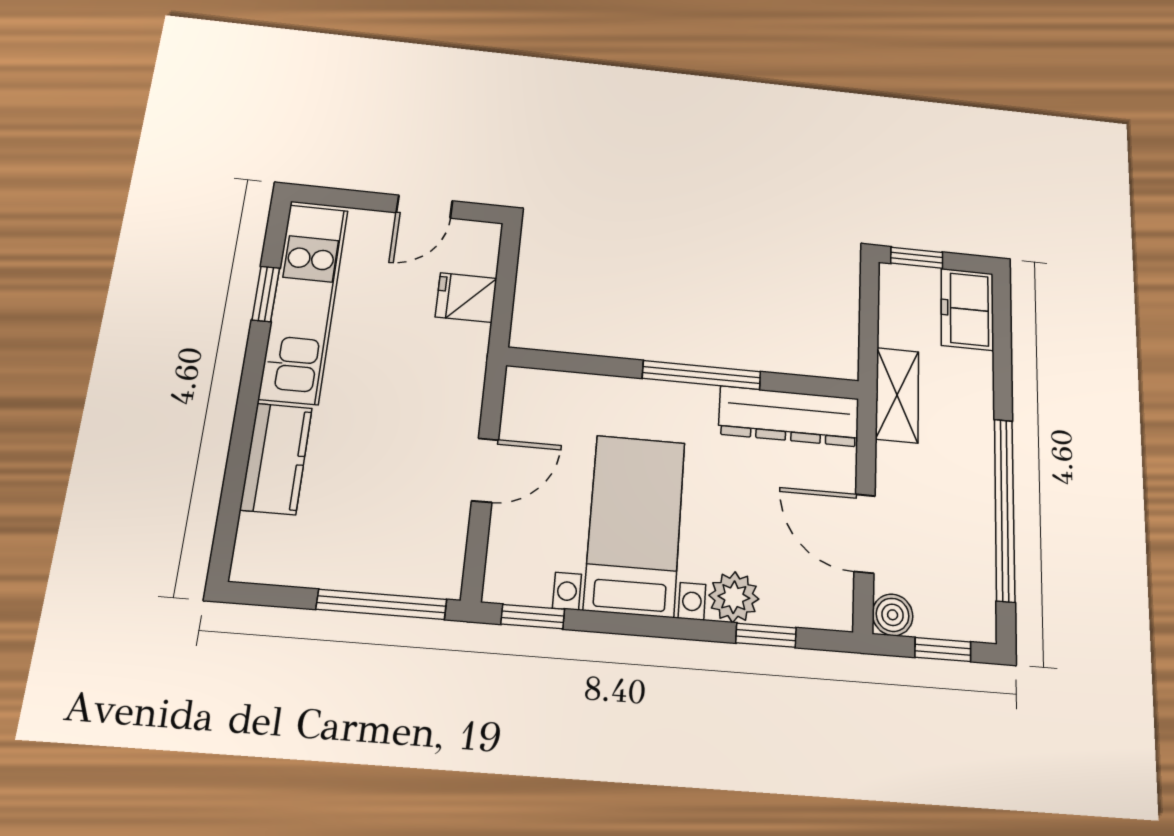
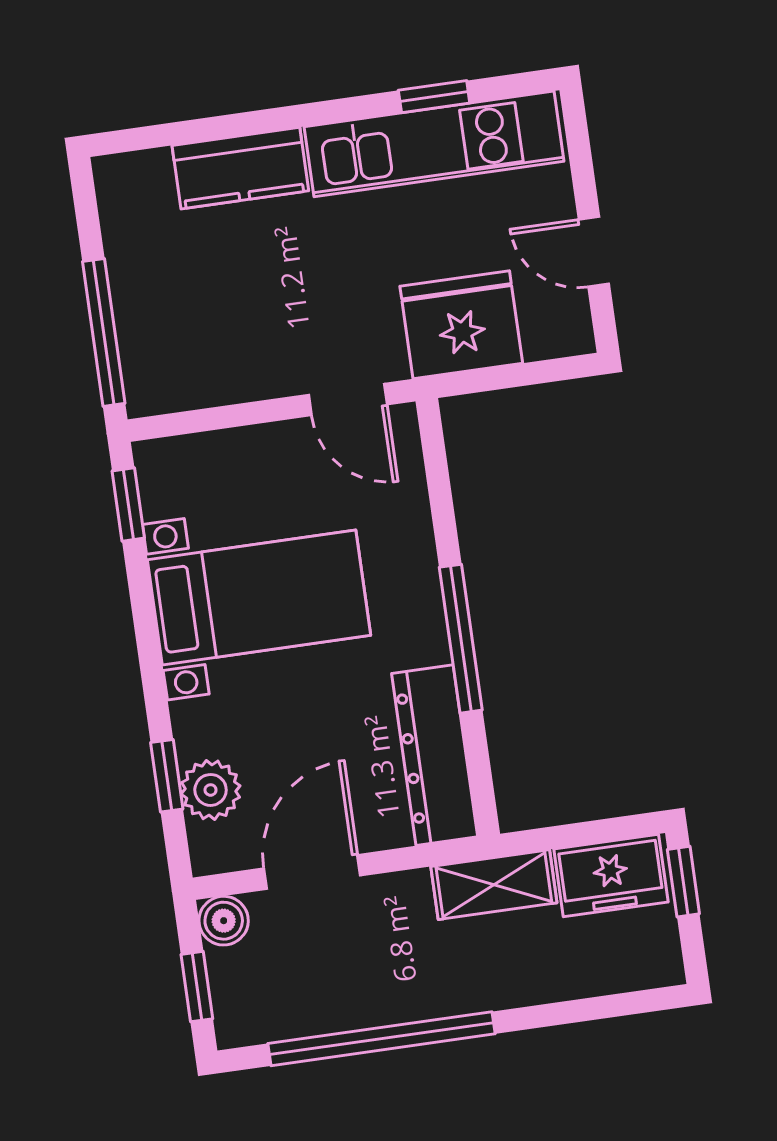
fridge: (466, 298) -> (461, 325), width x1.88, depth x1.34
freezer: (967, 309) -> (611, 875), moved, turned 180
door: (485, 470) -> (348, 400), moved
plant: (734, 597) -> (211, 790), moved

